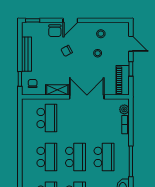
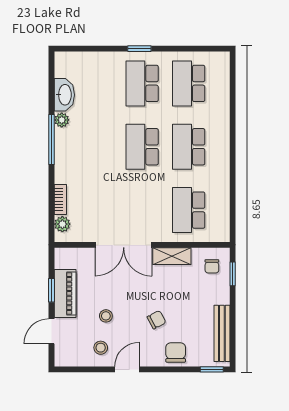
door: (70, 20) -> (127, 369), moved
door: (131, 44) -> (52, 331), hinge flipped
bench: (26, 54) -> (222, 333), moved
piano: (123, 80) -> (65, 293), moved
school desk: (104, 157) -> (95, 147), removed
plant: (125, 173) -> (62, 120), added

